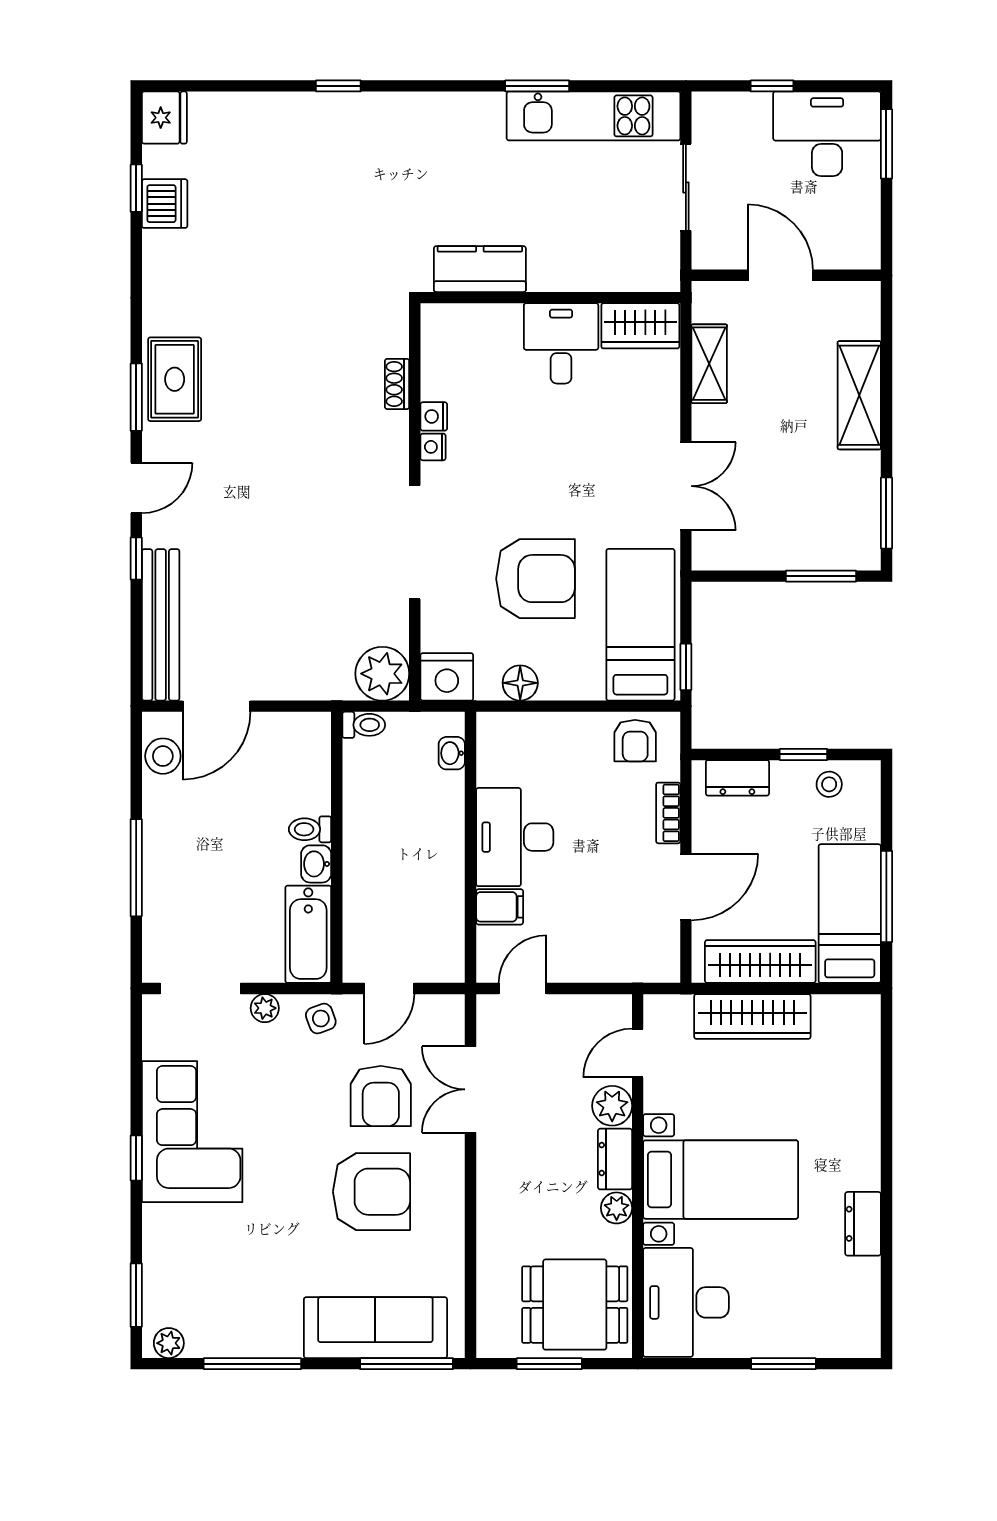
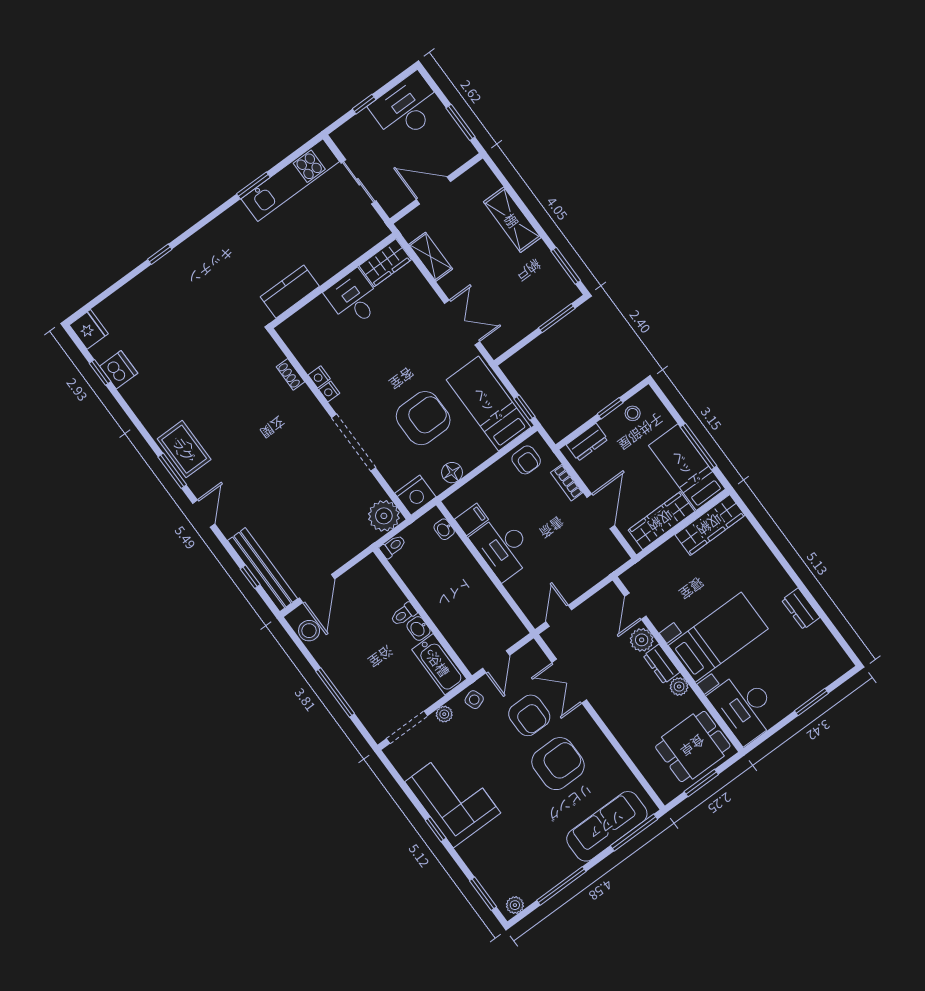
window: (886, 144) -> (460, 122), moved
window: (136, 559) -> (250, 577), moved
filing cabinet: (500, 907) -> (472, 519), moved
wardrobe: (752, 1016) -> (710, 525), moved

